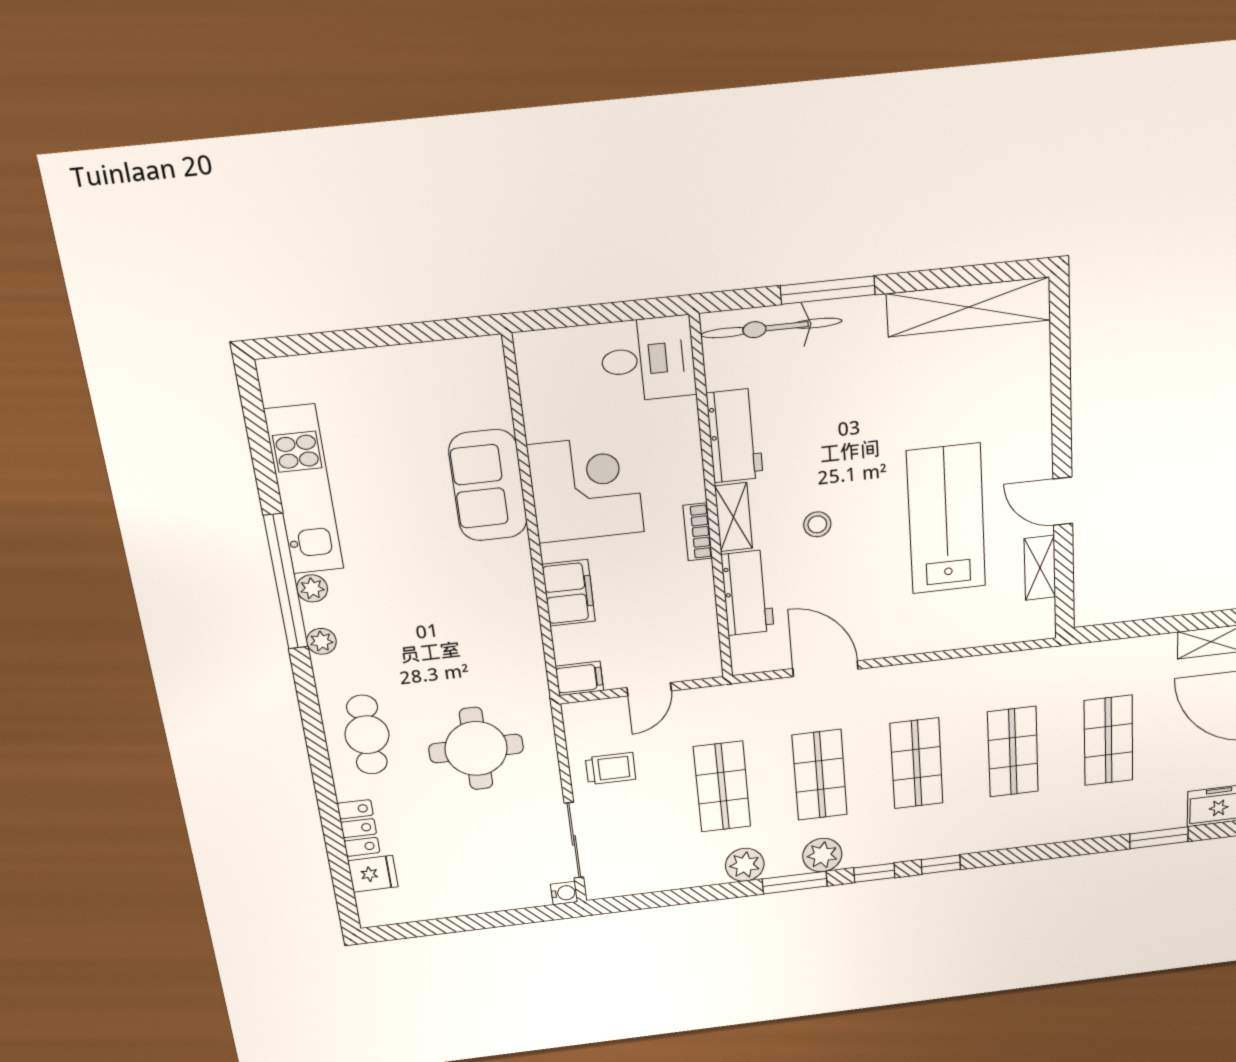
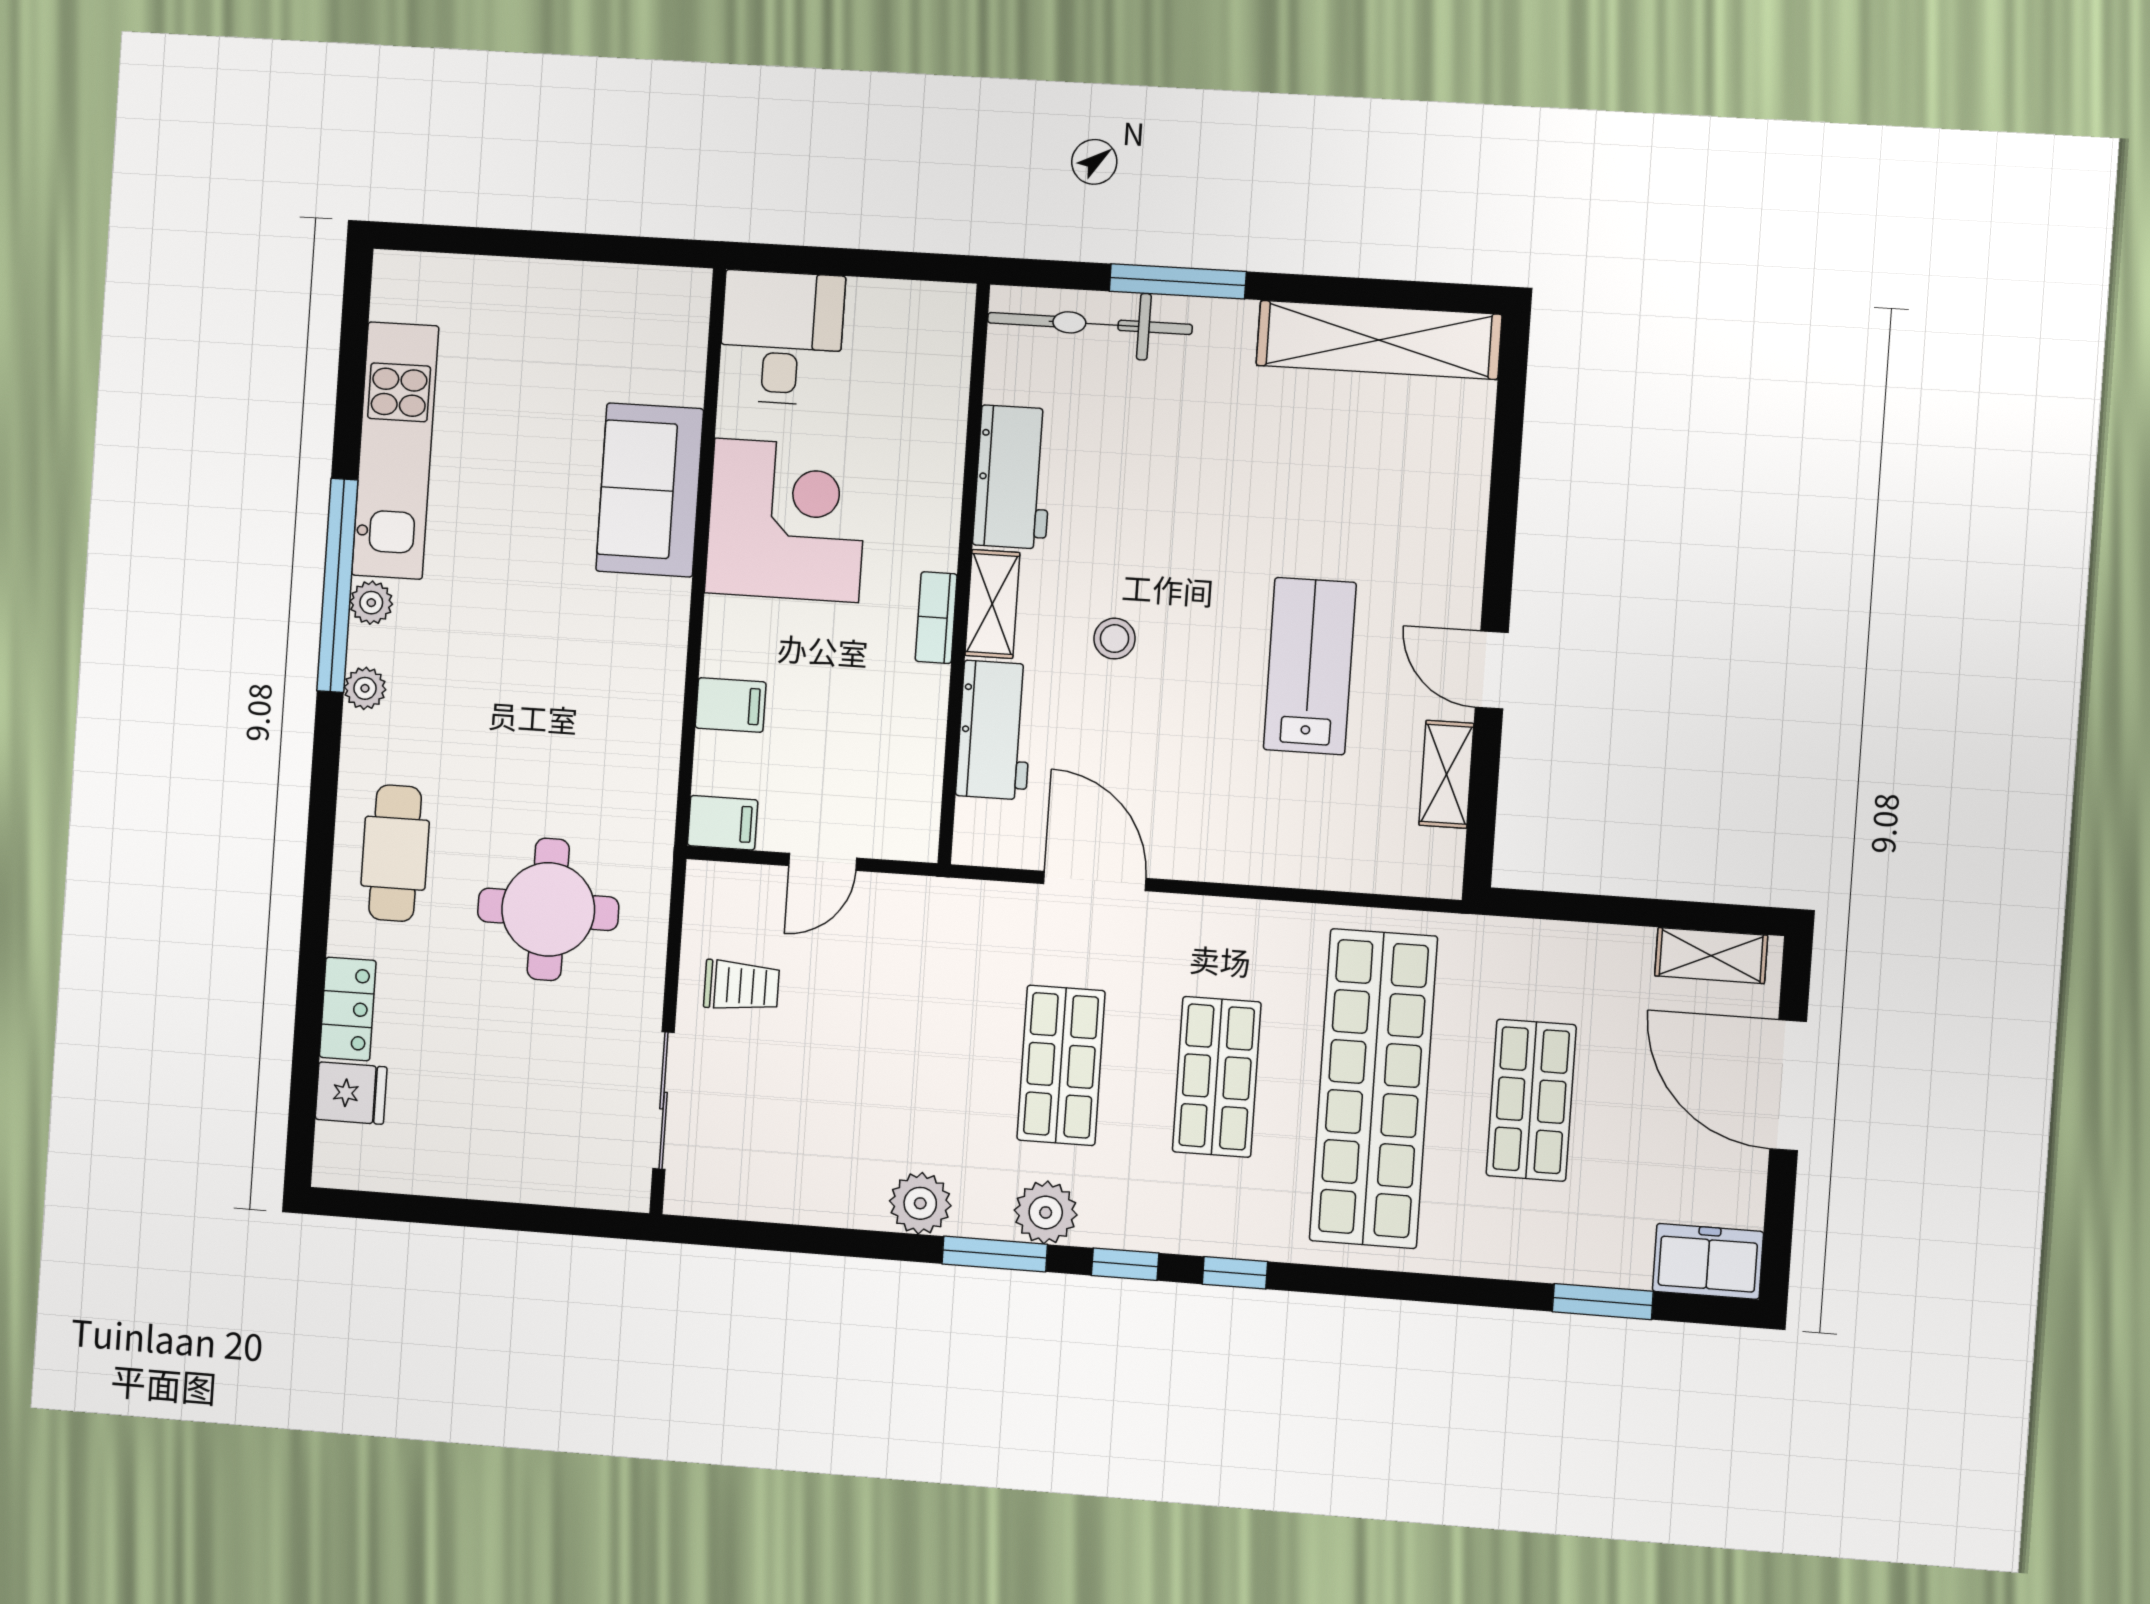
desk: (648, 359) -> (782, 338), moved, turned -90
lab bench: (946, 519) -> (1310, 666), width x0.73, depth x0.72
filing cabinet: (569, 593) -> (731, 705), width x0.50
shop shelf: (1013, 752) -> (1373, 1089), width x2.00, depth x1.36
shop shelf: (722, 787) -> (906, 1054), removed
water cooler: (564, 893) -> (631, 1192), removed

